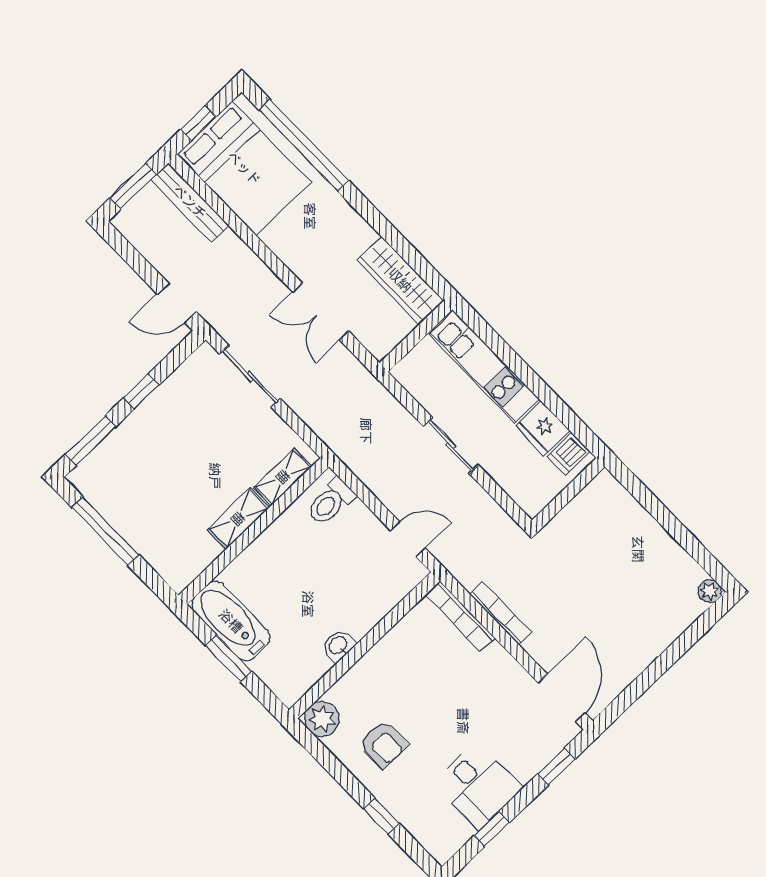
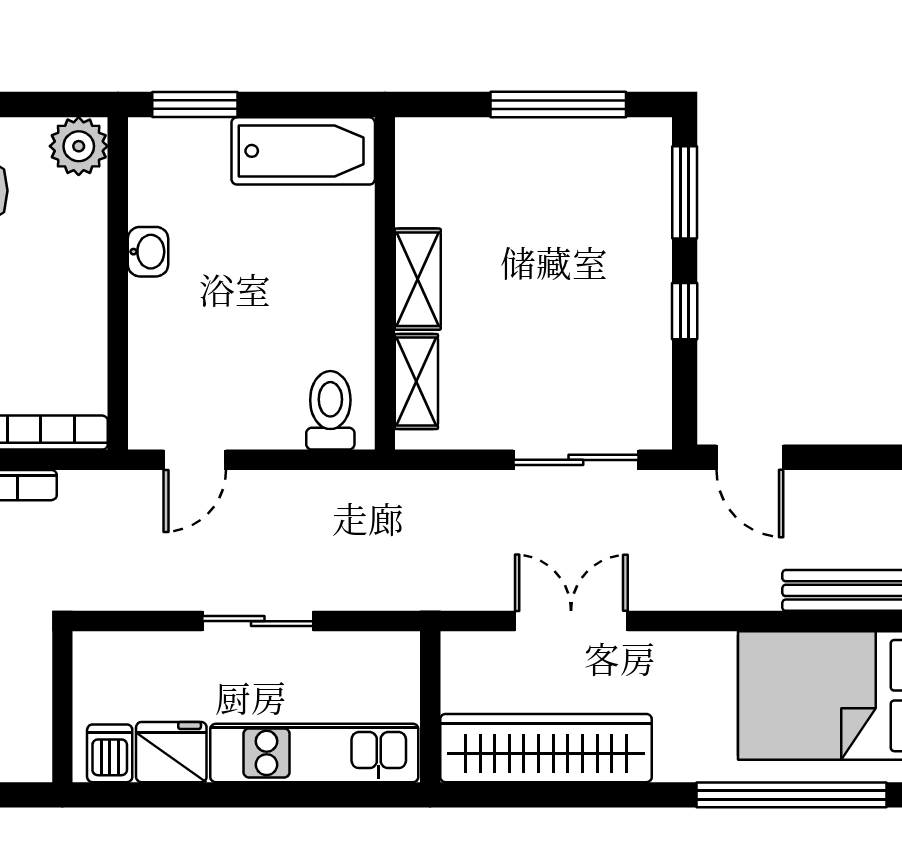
wardrobe: (400, 280) -> (546, 748), width x1.40, depth x1.17
door: (177, 303) -> (750, 457), swing flipped
window: (229, 658) -> (195, 105), moved

